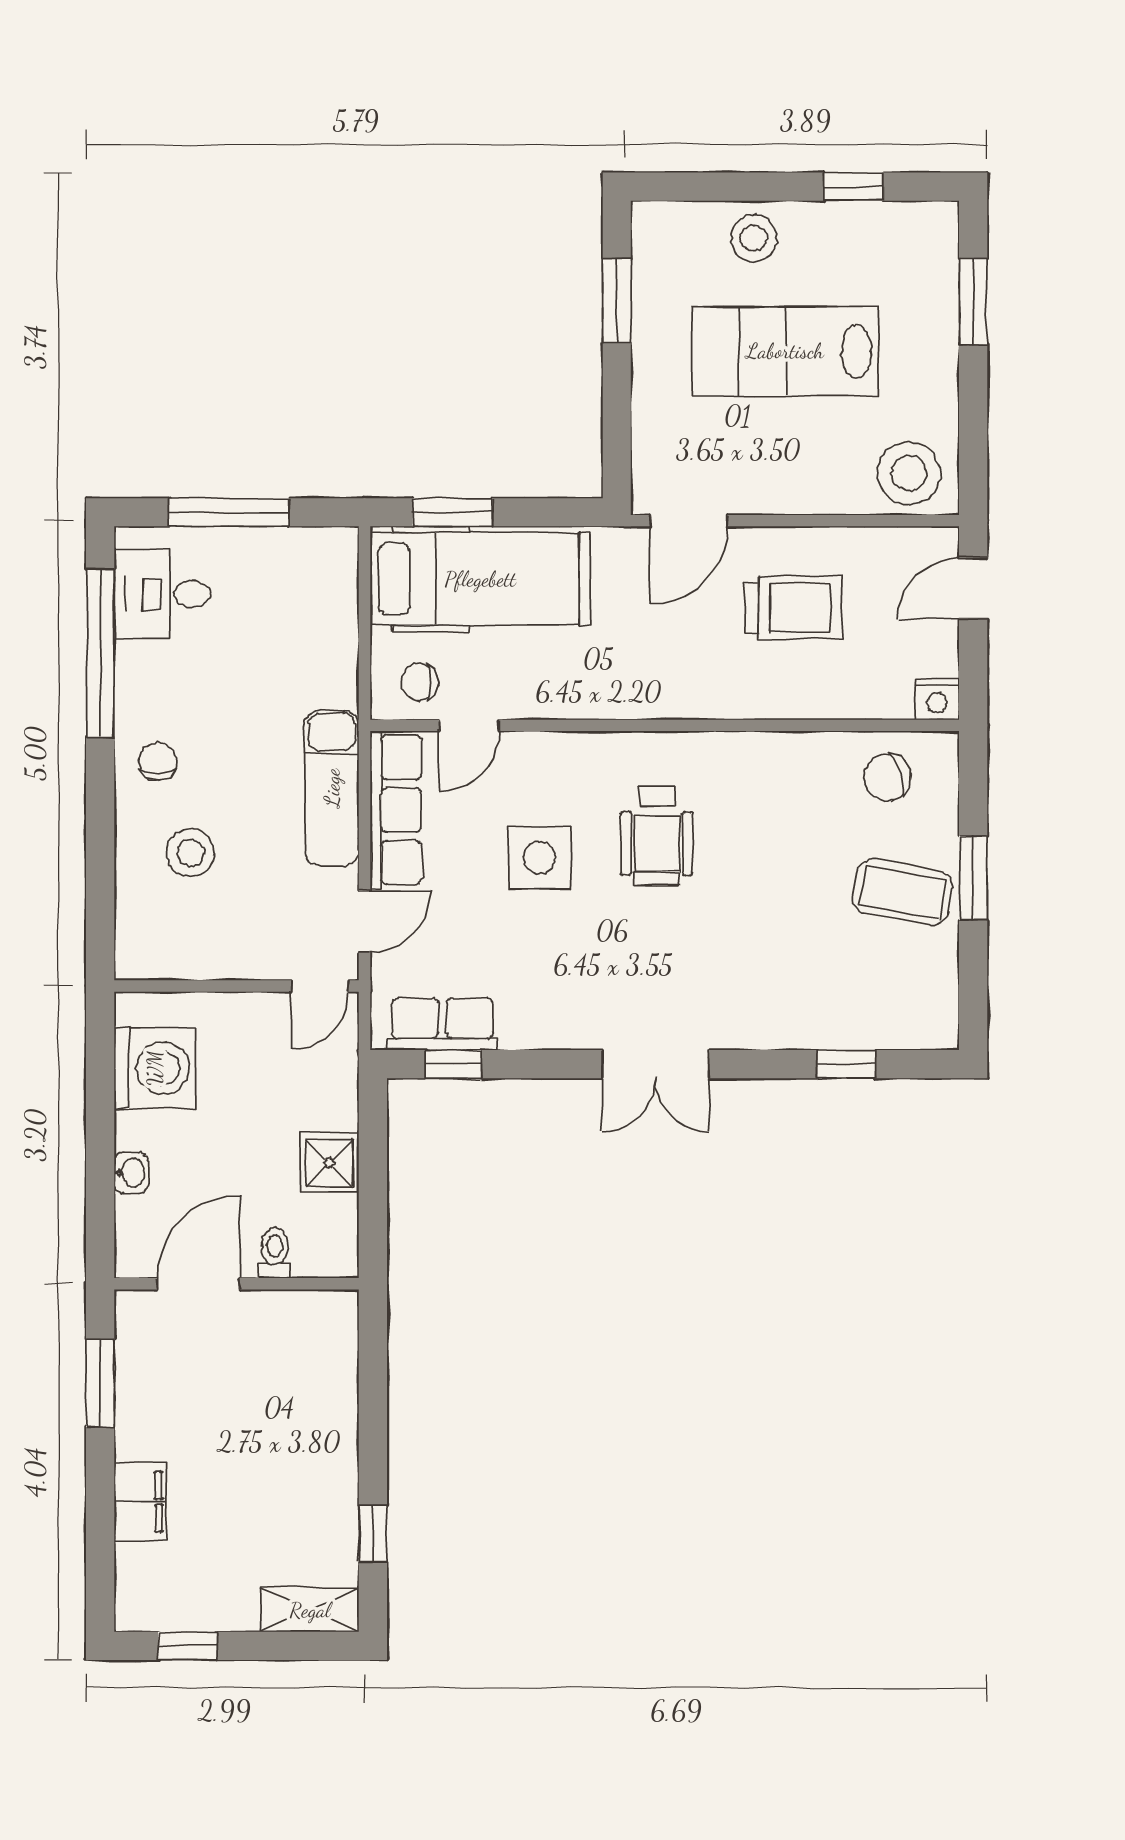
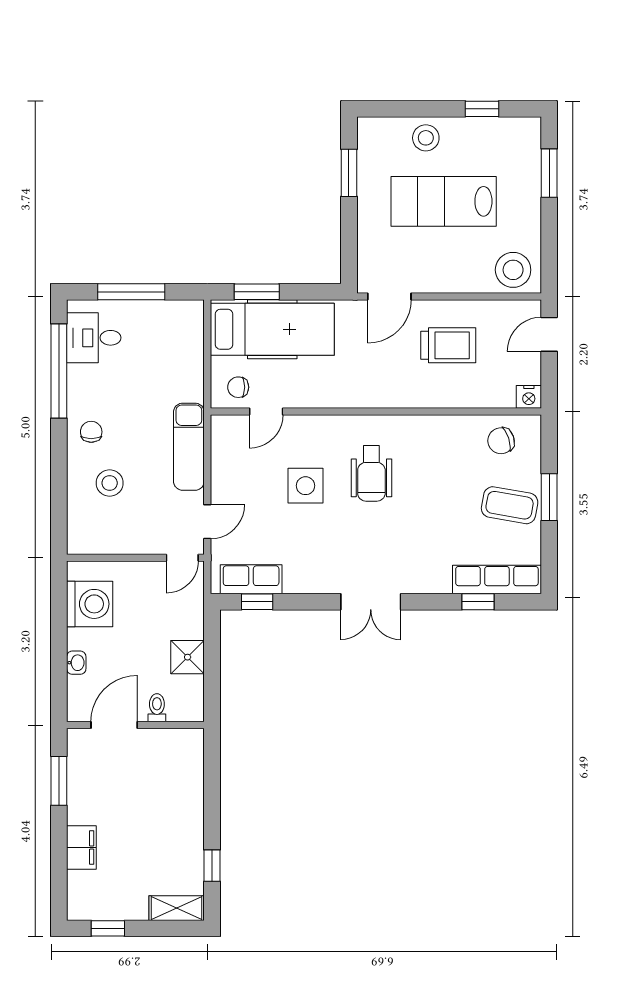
row of seats: (396, 810) -> (497, 580), moved, turned -90

